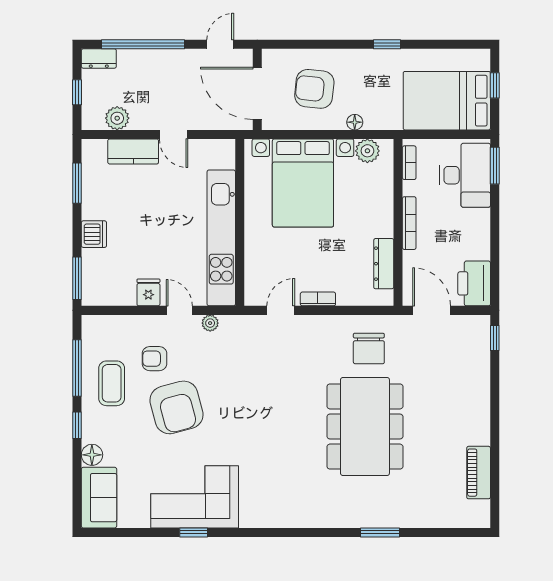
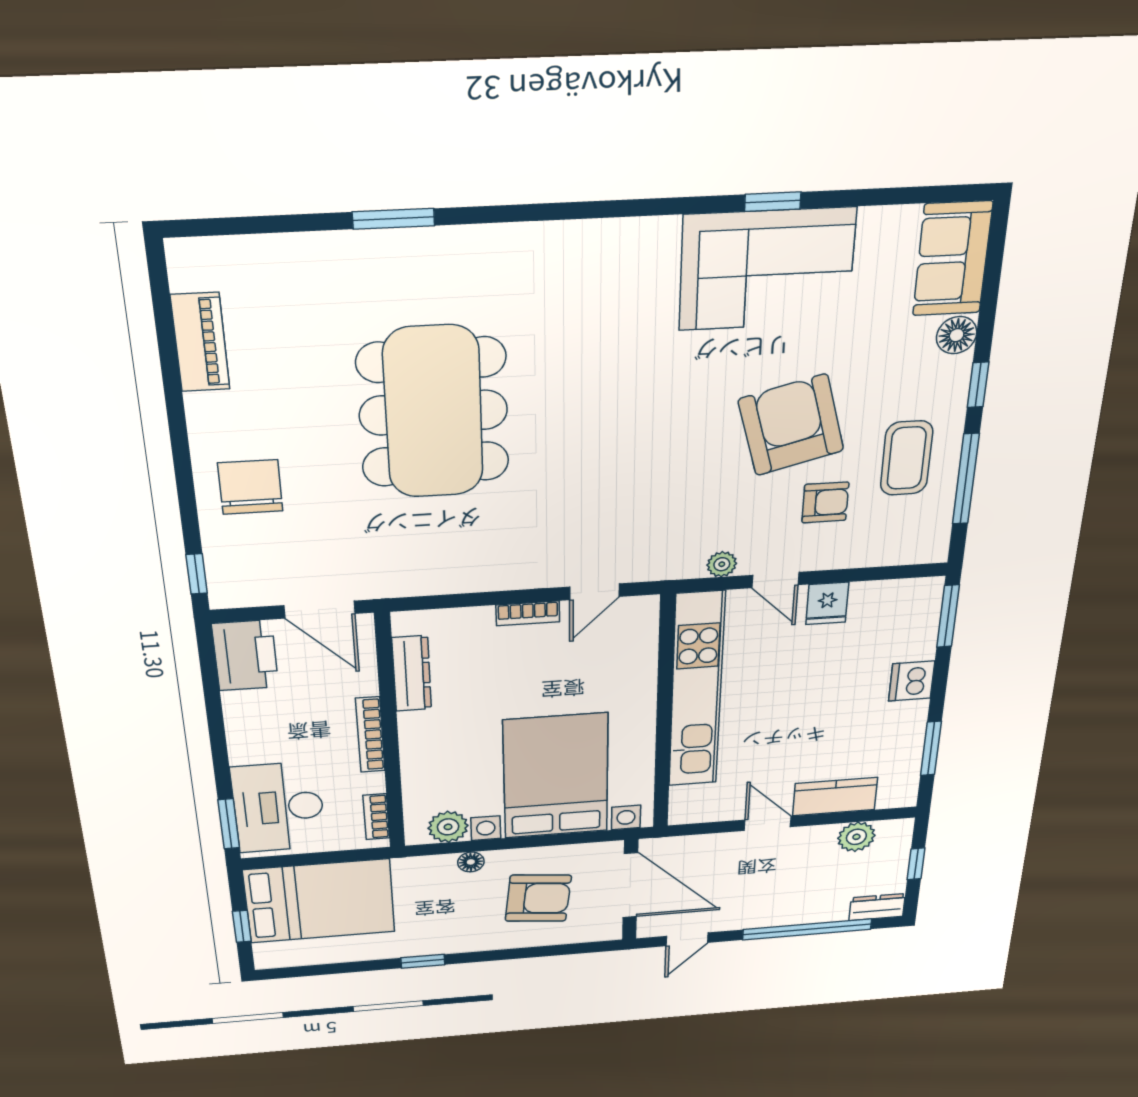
chair: (369, 349) -> (250, 487), moved

